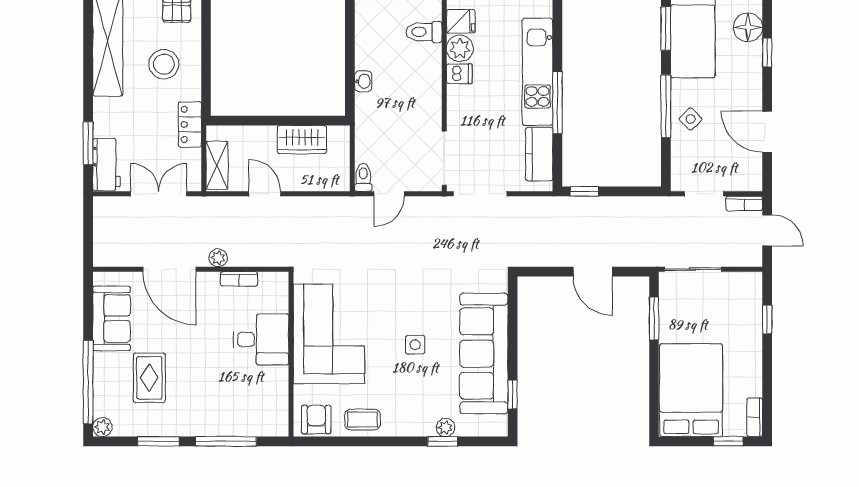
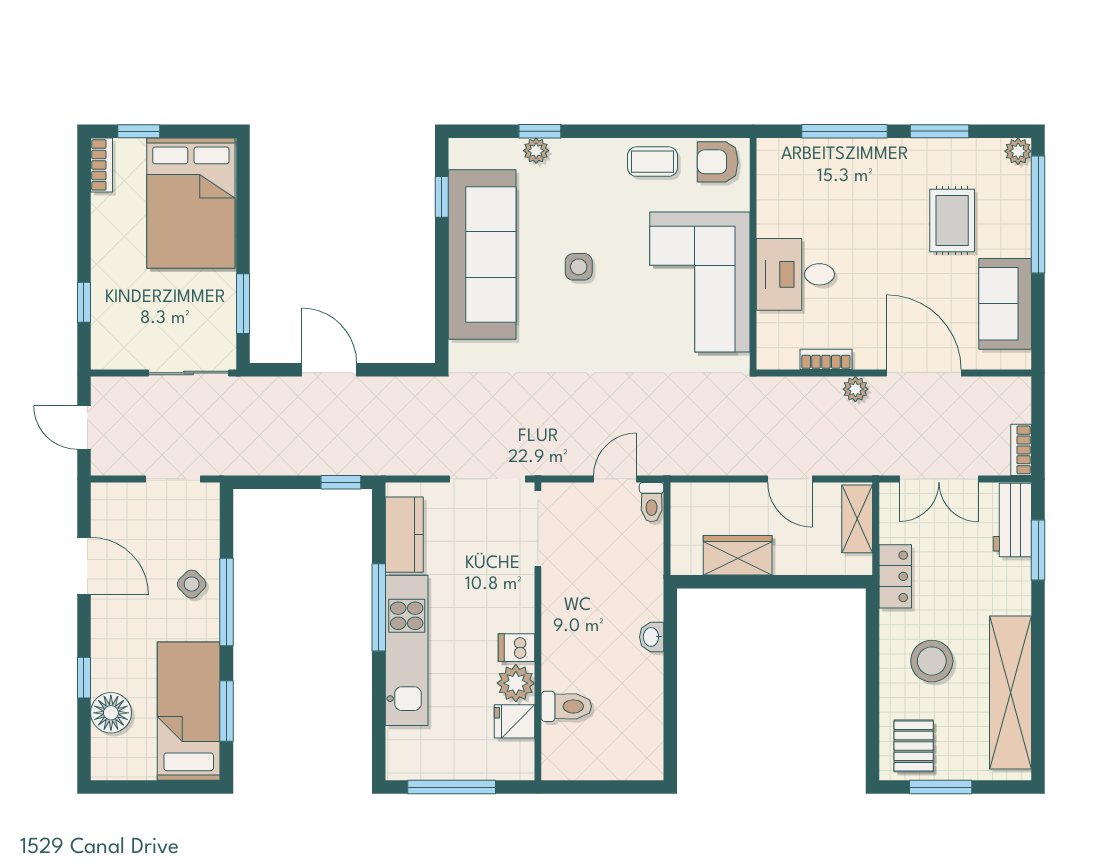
bookcase: (744, 203) -> (1021, 450), moved, turned -90
armchair: (316, 419) -> (718, 162), turned 90

